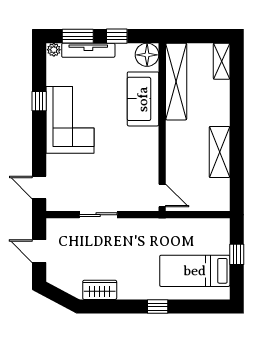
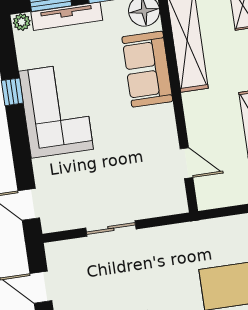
door: (162, 195) -> (187, 163), moved

